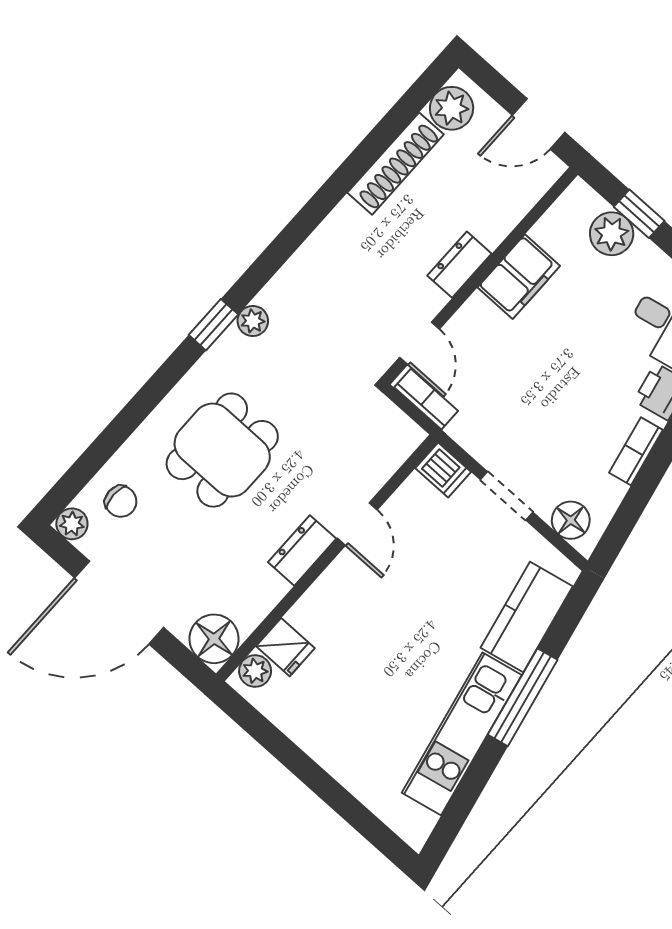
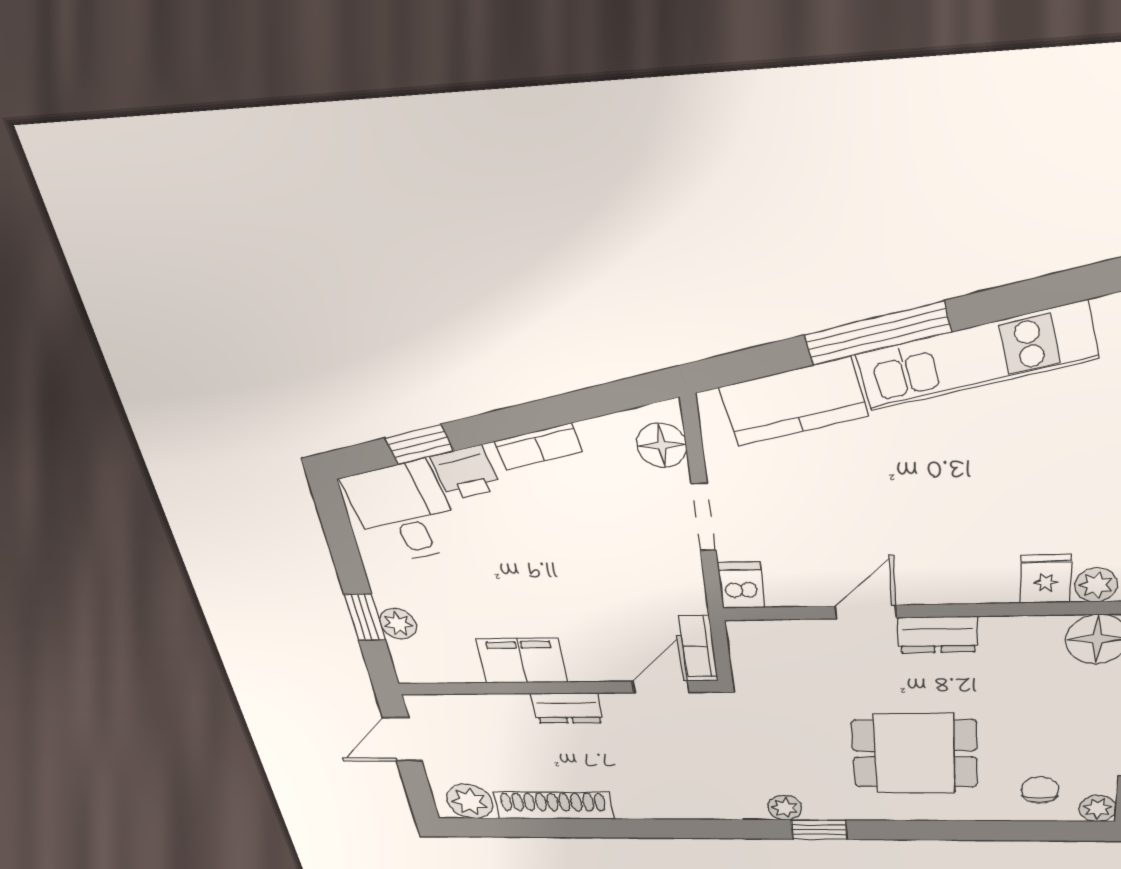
door: (539, 124) -> (403, 739), swing flipped
plant: (612, 234) -> (398, 624), width x0.73, depth x0.73

